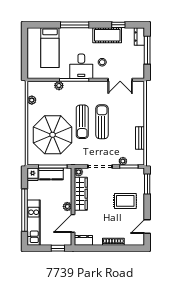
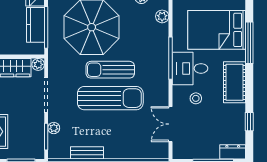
window: (75, 25) -> (249, 43), moved
cot: (107, 35) -> (234, 82), moved
bed: (50, 48) -> (217, 30), width x1.50
plant: (59, 86) -> (162, 16), moved
sun lounger: (102, 122) -> (110, 98), width x1.36, depth x1.34

